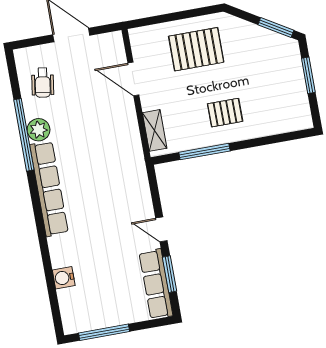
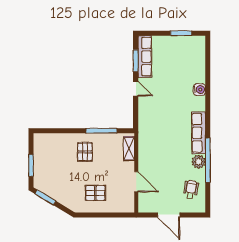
pallet: (196, 49) -> (95, 193), width x0.67, depth x0.71
pallet: (225, 113) -> (85, 152), turned 90
row of seats: (49, 189) -> (199, 133), width x0.73
water cooler: (64, 278) -> (199, 90), moved
window: (104, 332) -> (181, 33), width x0.69

